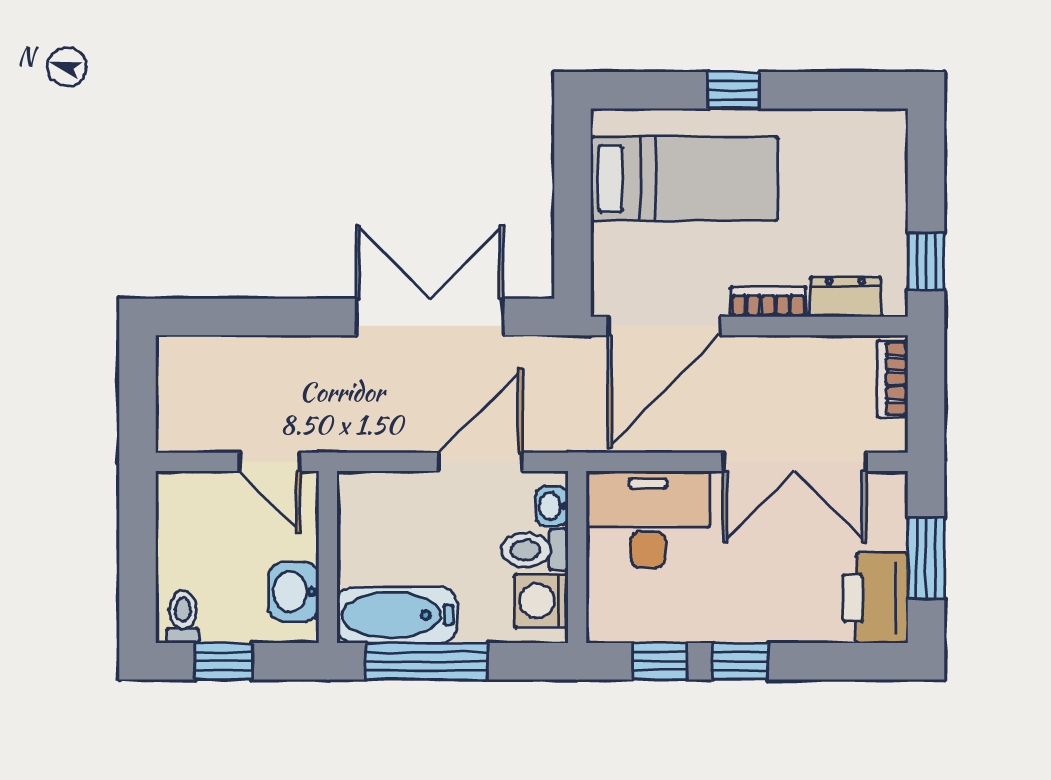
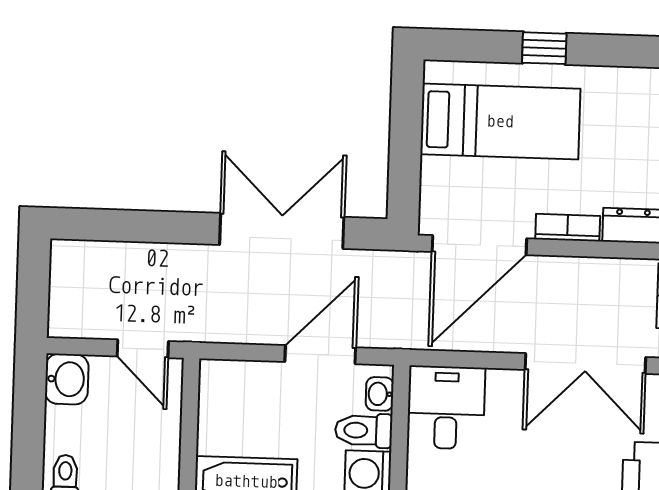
desk: (648, 520) -> (446, 407), width x0.73
washbasin: (294, 592) -> (67, 379), moved, turned 180

